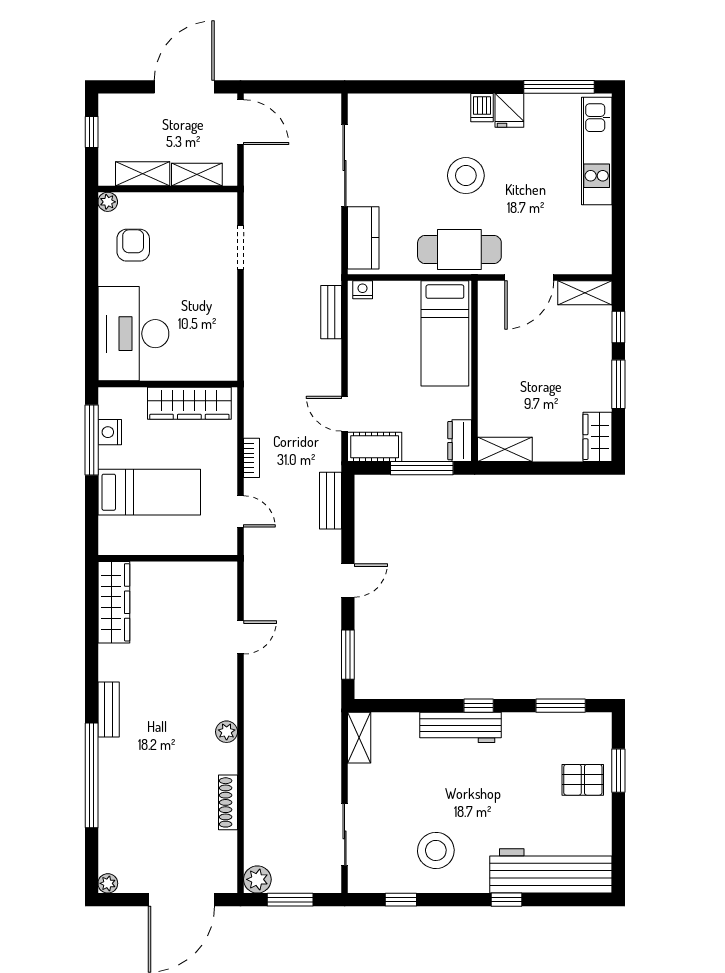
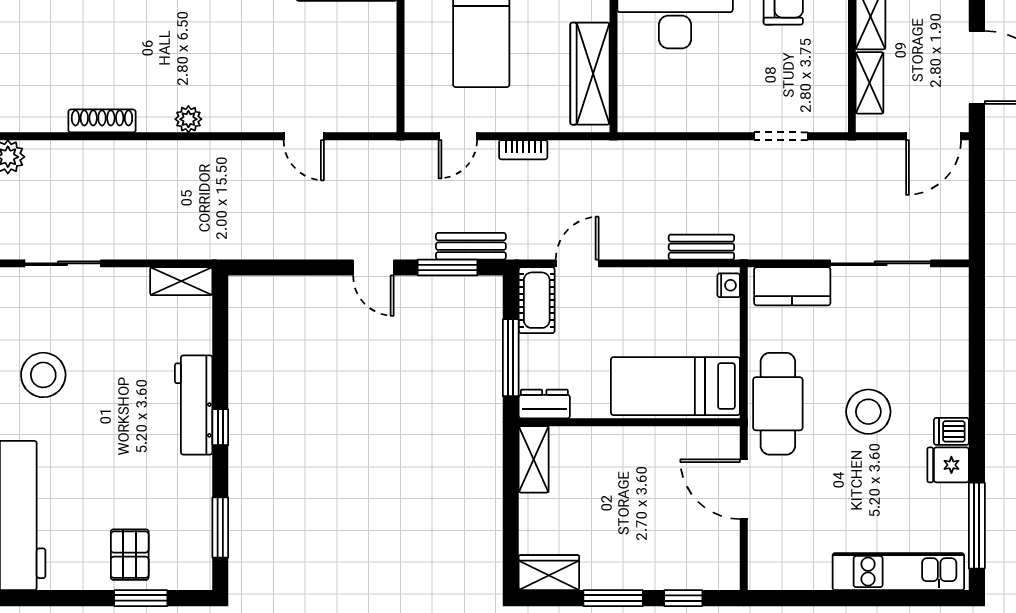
shelving: (585, 293) -> (725, 557), removed
window: (348, 655) -> (447, 267), moved

